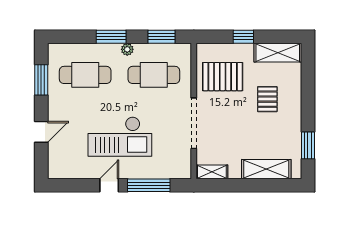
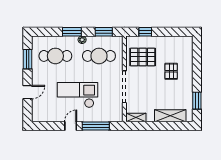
window: (243, 37) -> (145, 32), moved
shelving: (278, 53) -> (178, 42), removed
checkout: (120, 137) -> (77, 95), turned 180

